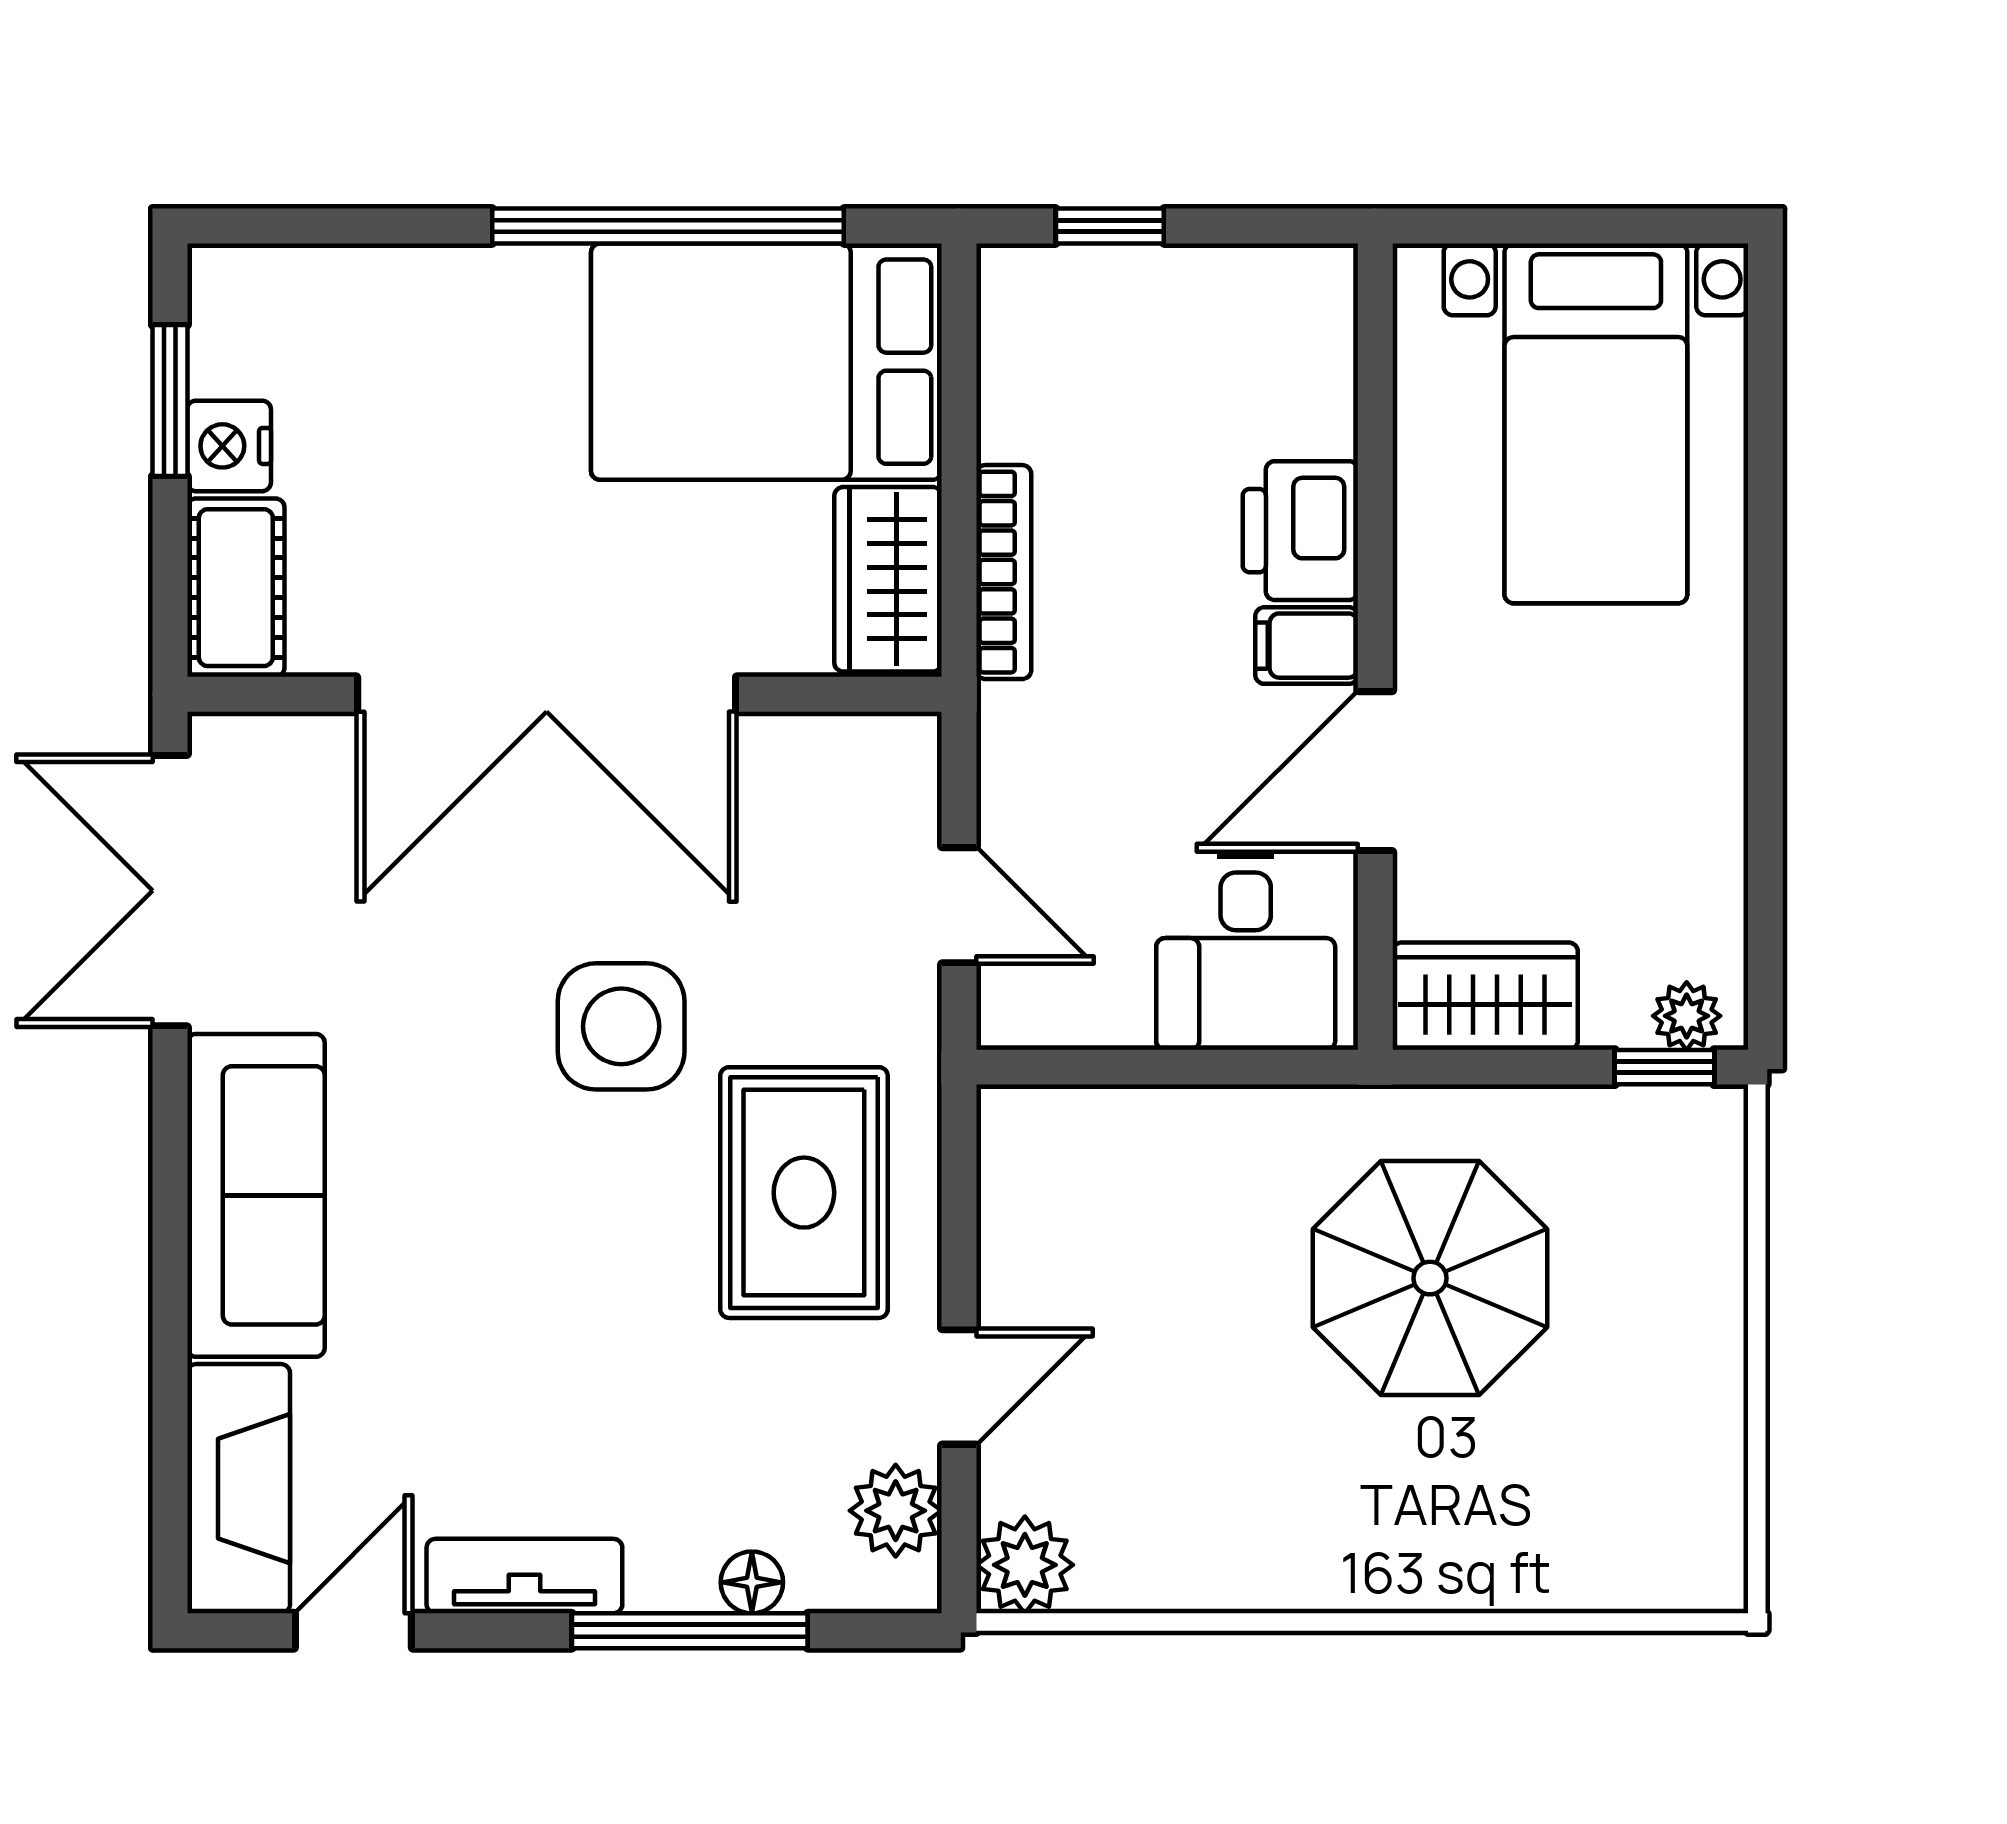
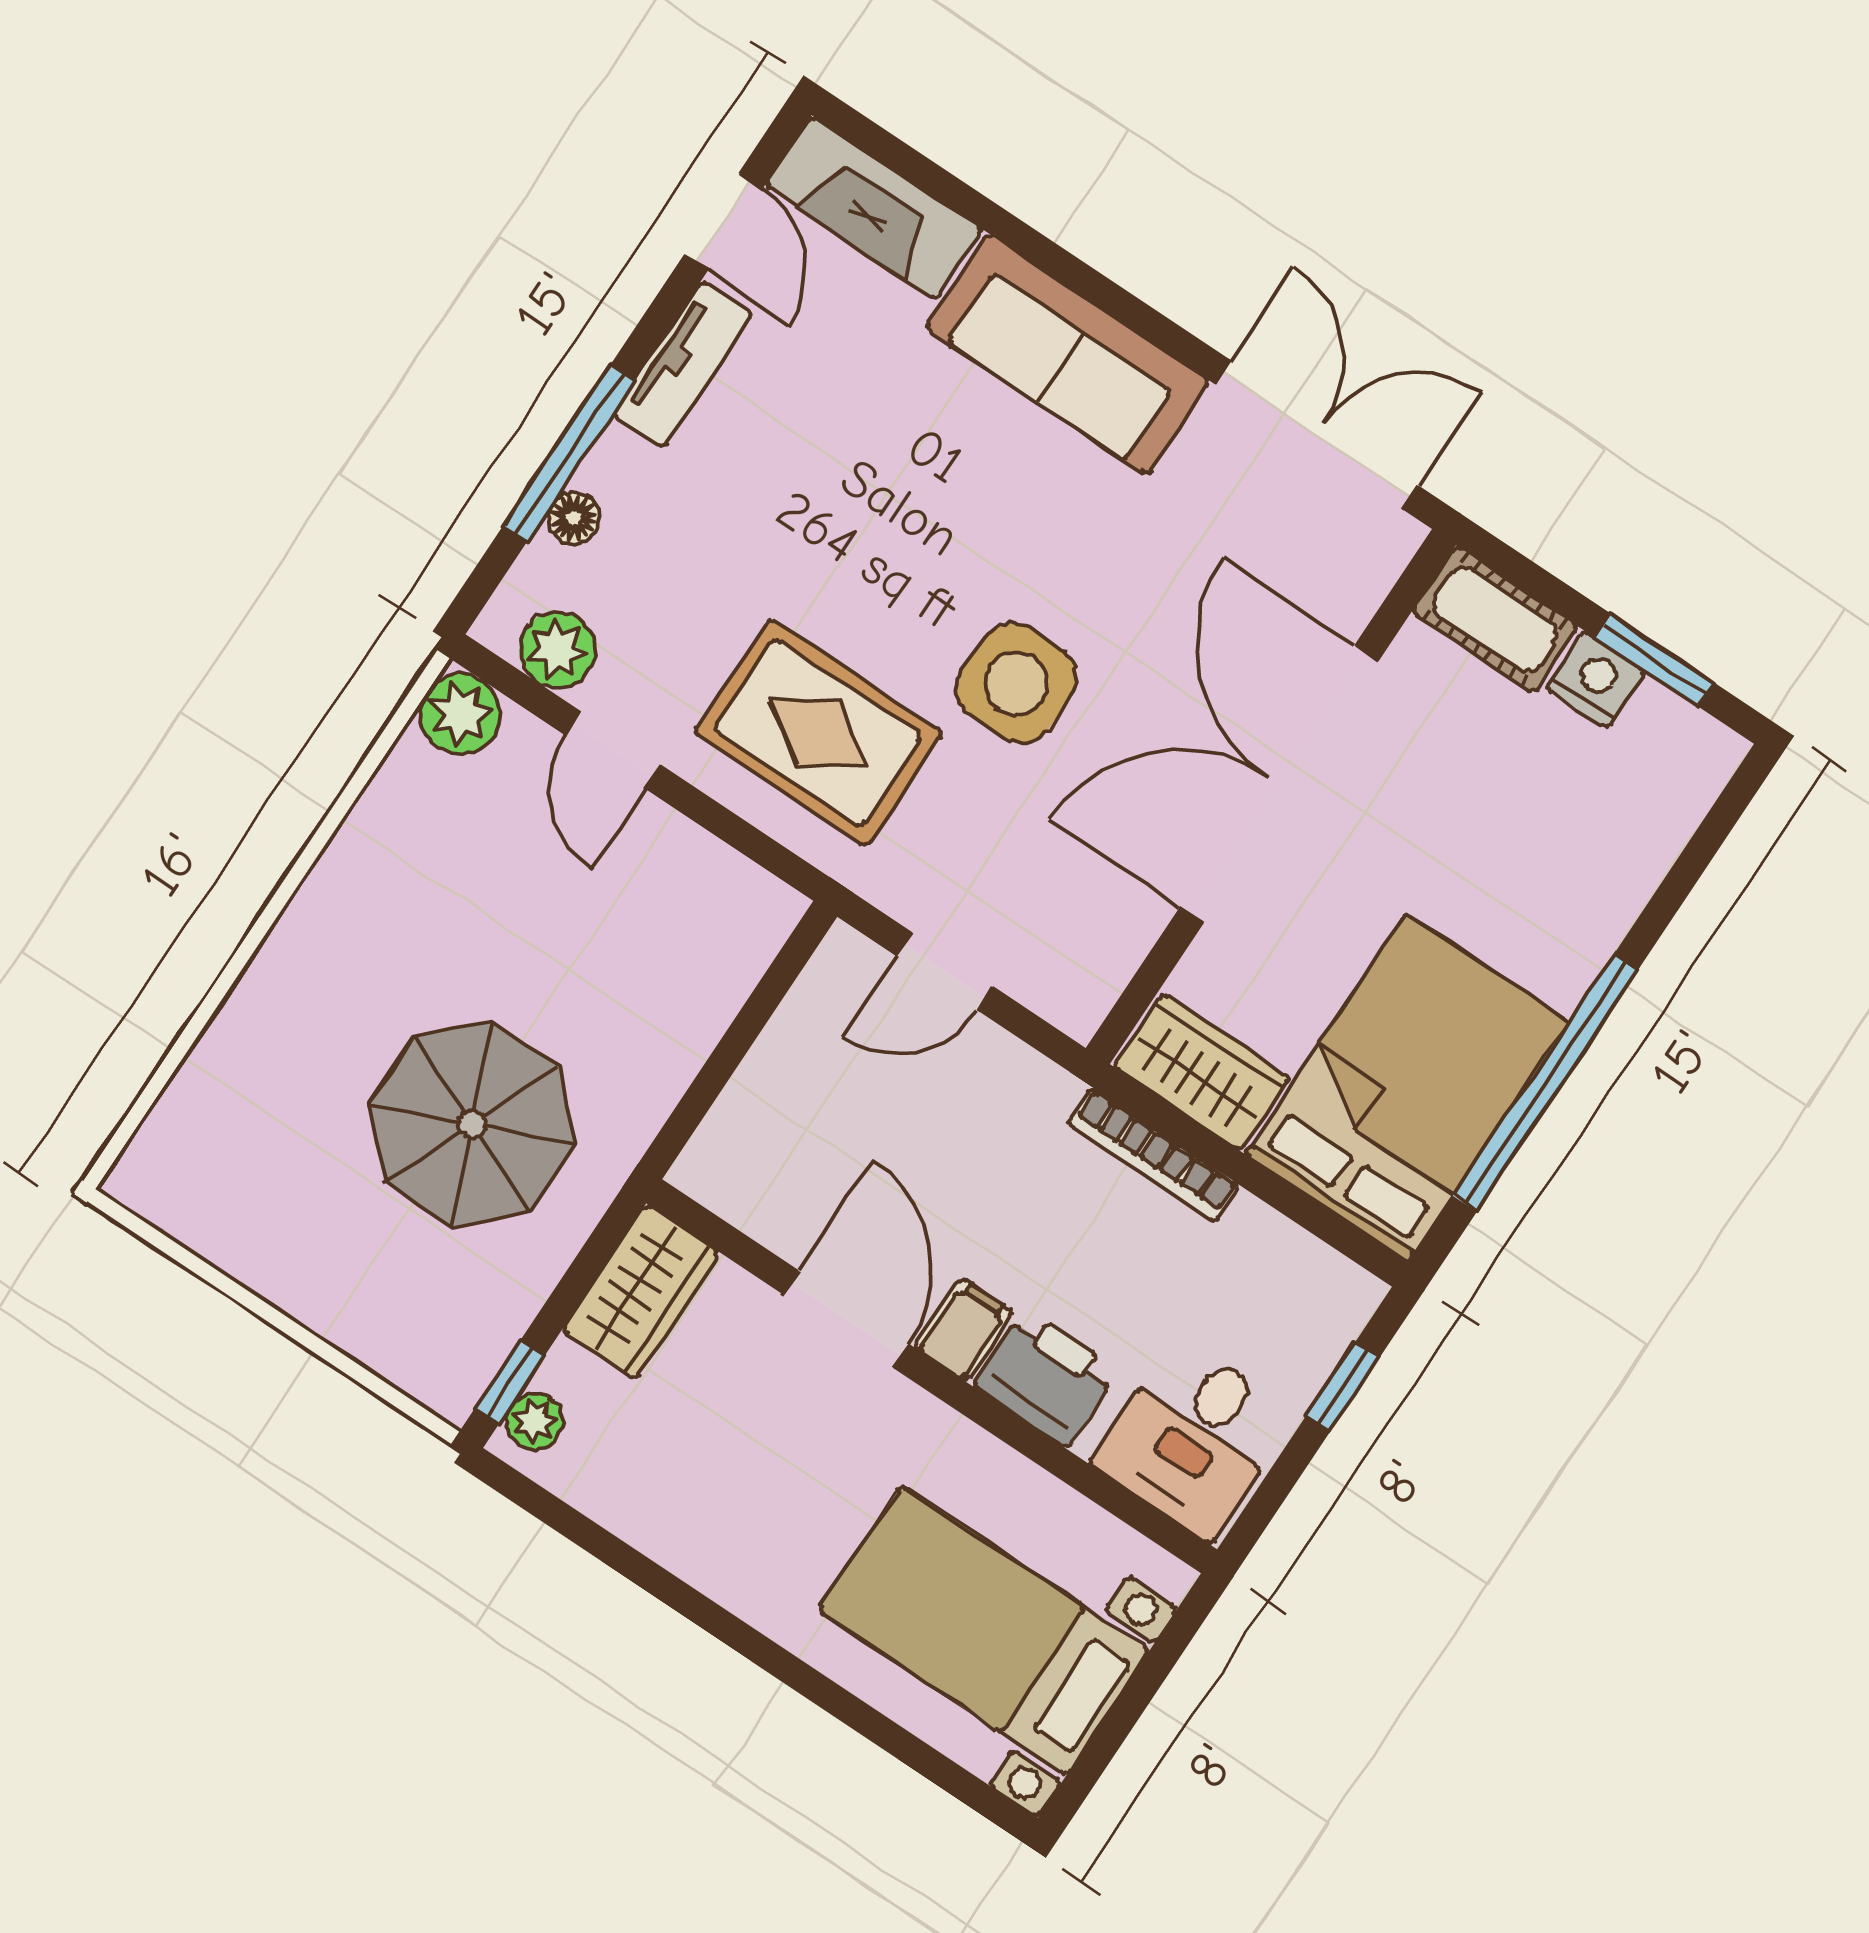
desk: (1246, 953) -> (1194, 1438), moved, turned -90

